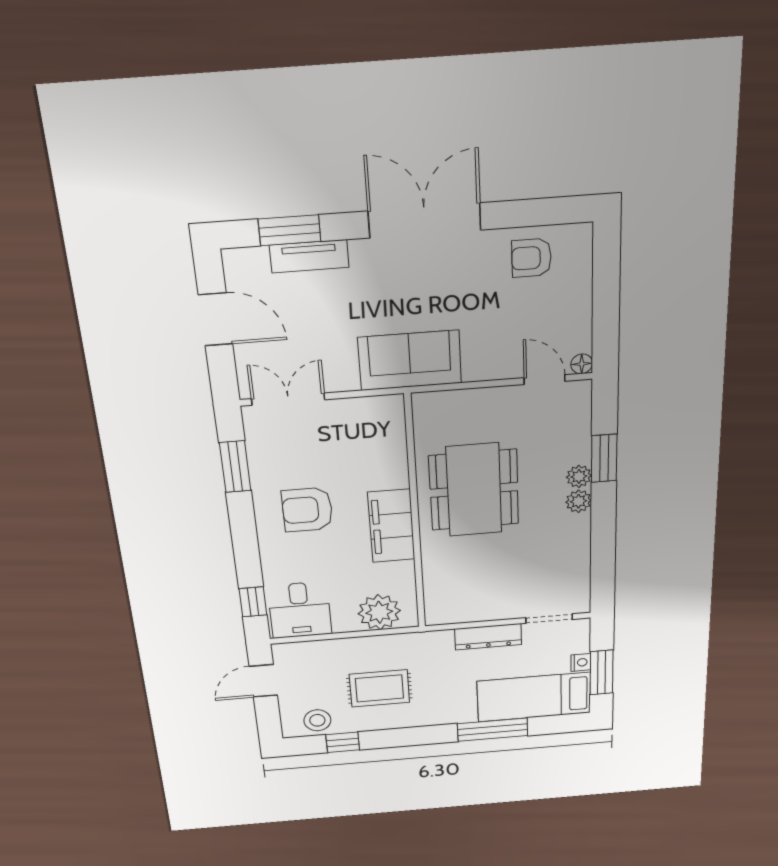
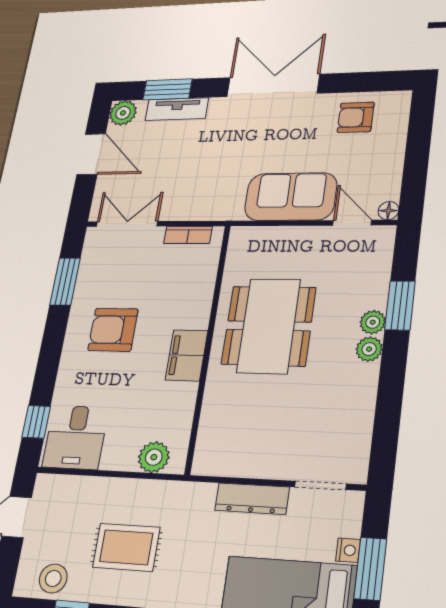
plant: (240, 264) -> (123, 113), added
sofa: (410, 360) -> (291, 197), moved
bookcase: (364, 406) -> (188, 235), added
filing cabinet: (391, 526) -> (187, 355), width x0.67, depth x0.86
plant: (379, 612) -> (154, 457), width x0.73, depth x0.73

